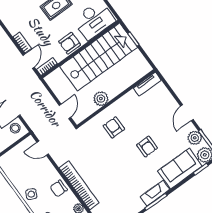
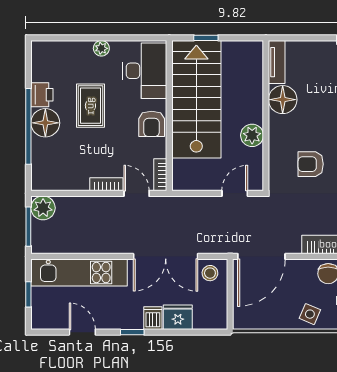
floor lamp: (130, 101) -> (283, 100), added
door: (65, 111) -> (235, 193), hinge flipped
armchair: (114, 127) -> (311, 164), moved
door: (43, 148) -> (261, 256), width x1.87

